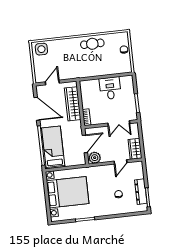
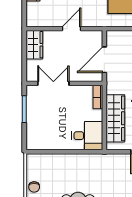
desk: (110, 88) -> (87, 136), moved, turned -90
plant: (95, 158) -> (93, 39), removed
door: (120, 162) -> (71, 29), moved

